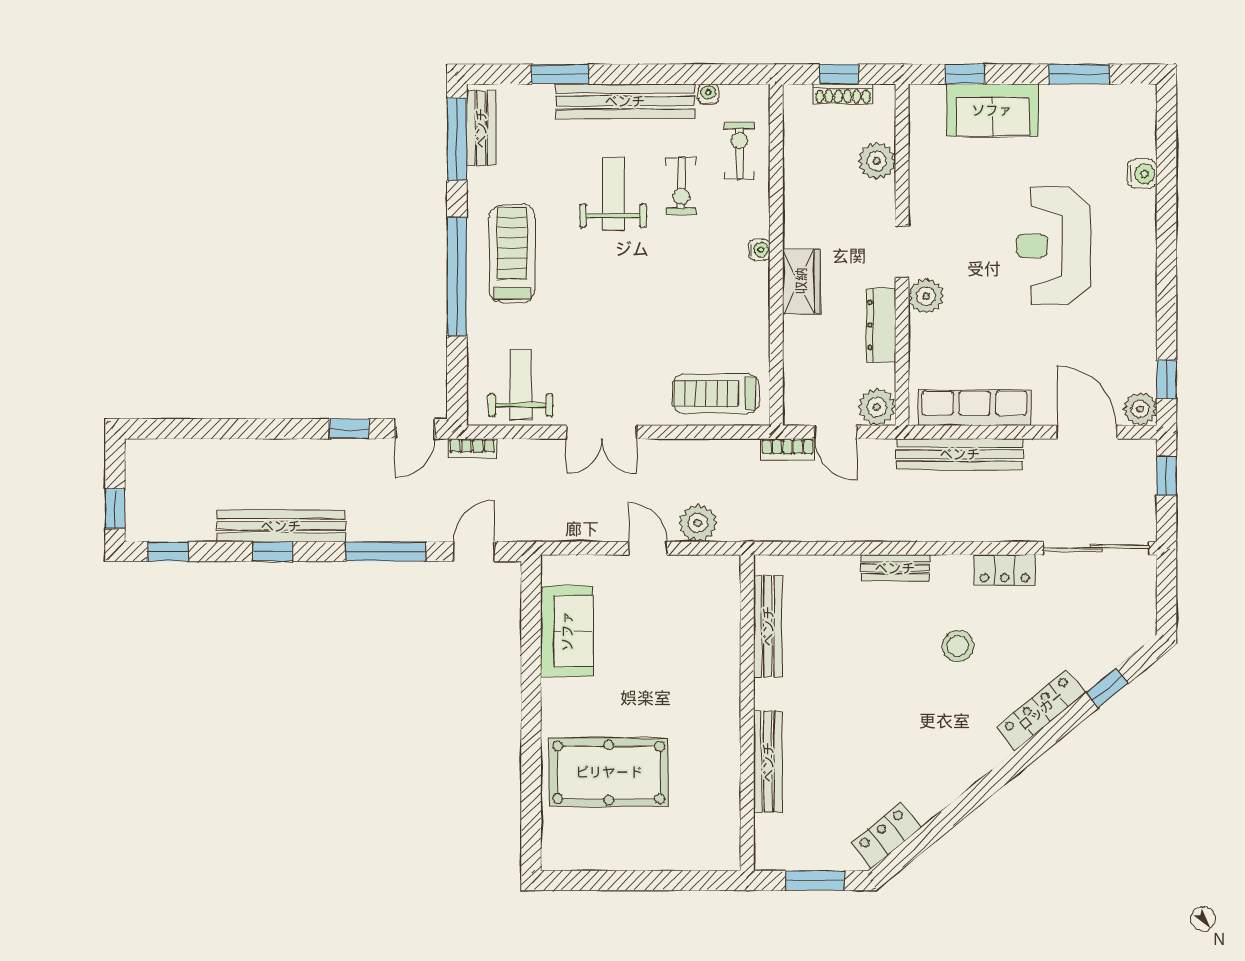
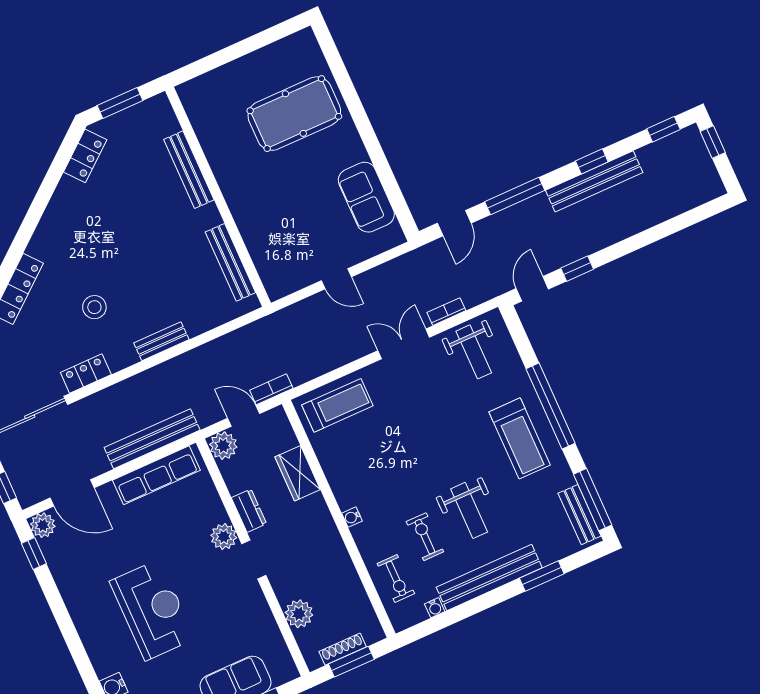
window: (839, 74) -> (351, 662), width x1.50
wardrobe: (801, 281) -> (298, 473), moved
dresser: (881, 325) -> (249, 511), width x0.70
bookcase: (472, 448) -> (446, 312), moved
plant: (698, 523) -> (310, 311), removed

